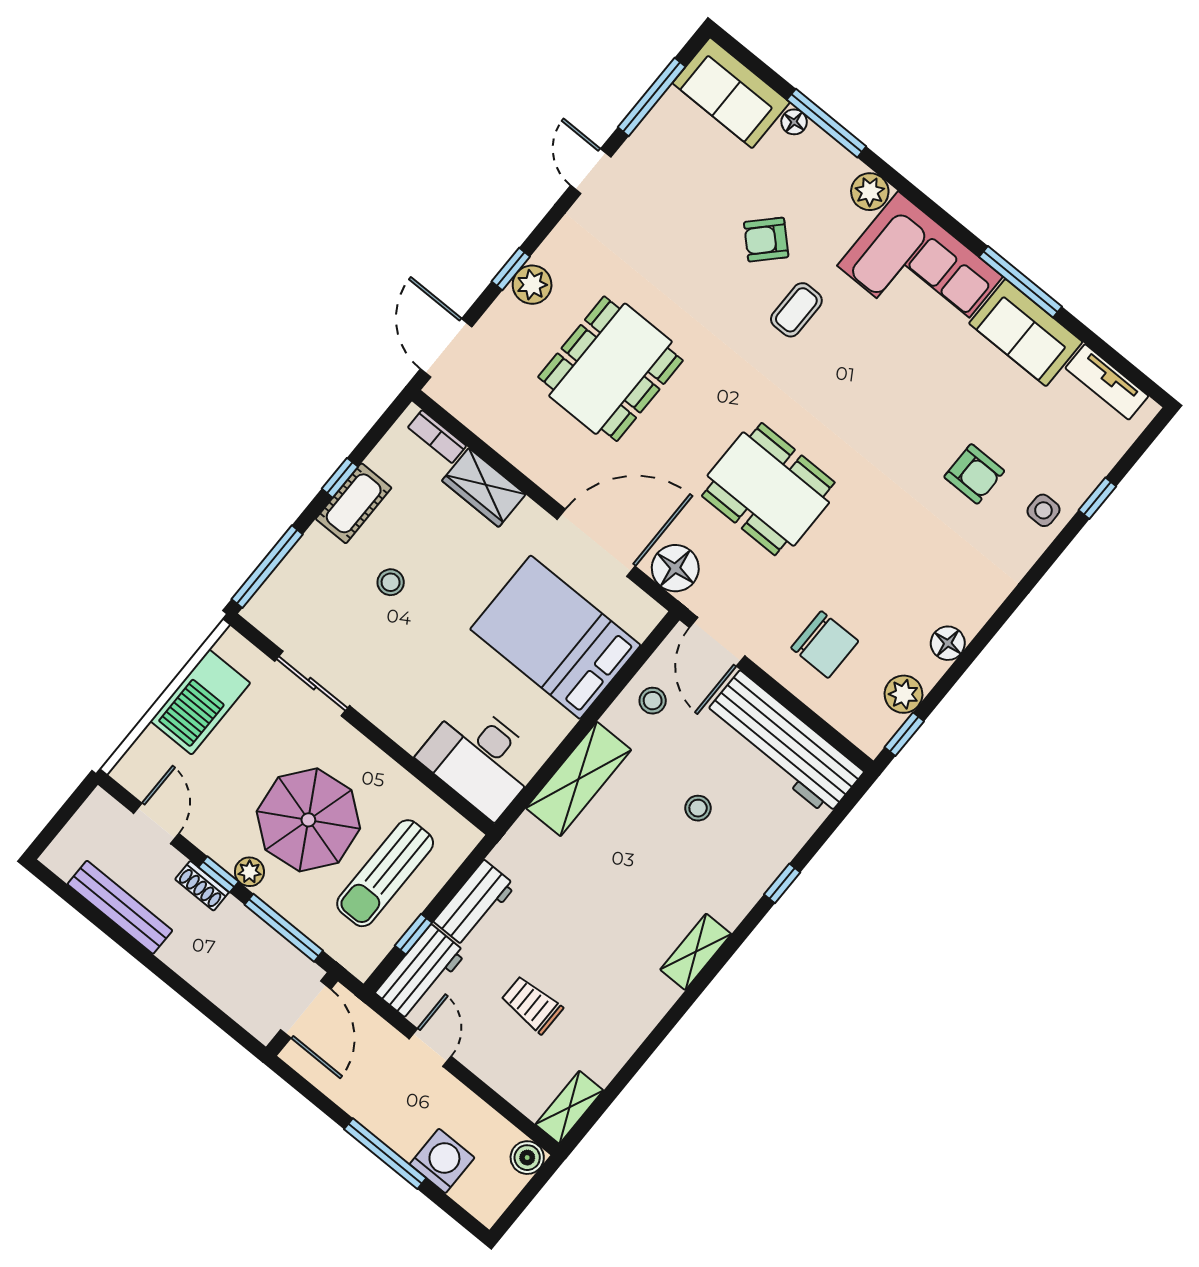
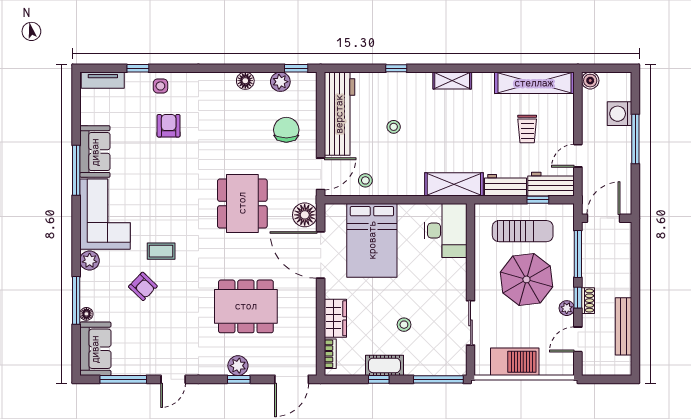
tv unit: (1107, 382) -> (103, 80), moved, turned 90
shelving: (579, 779) -> (454, 184), moved
plant: (249, 872) -> (567, 308), moved
shelving: (569, 1107) -> (534, 83), width x2.20, depth x1.33

